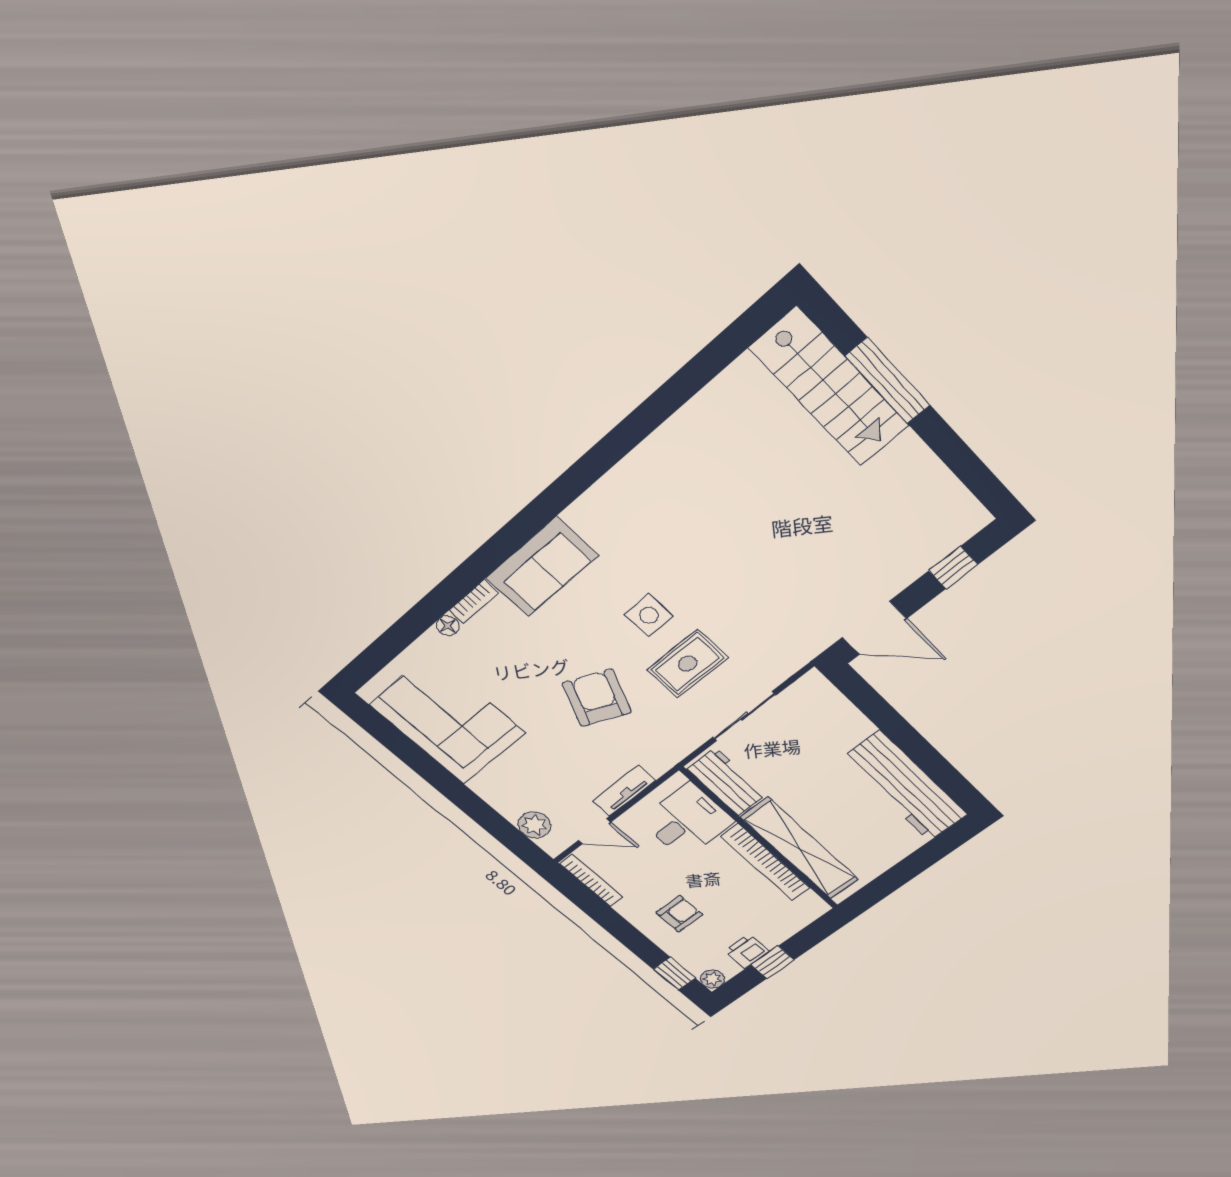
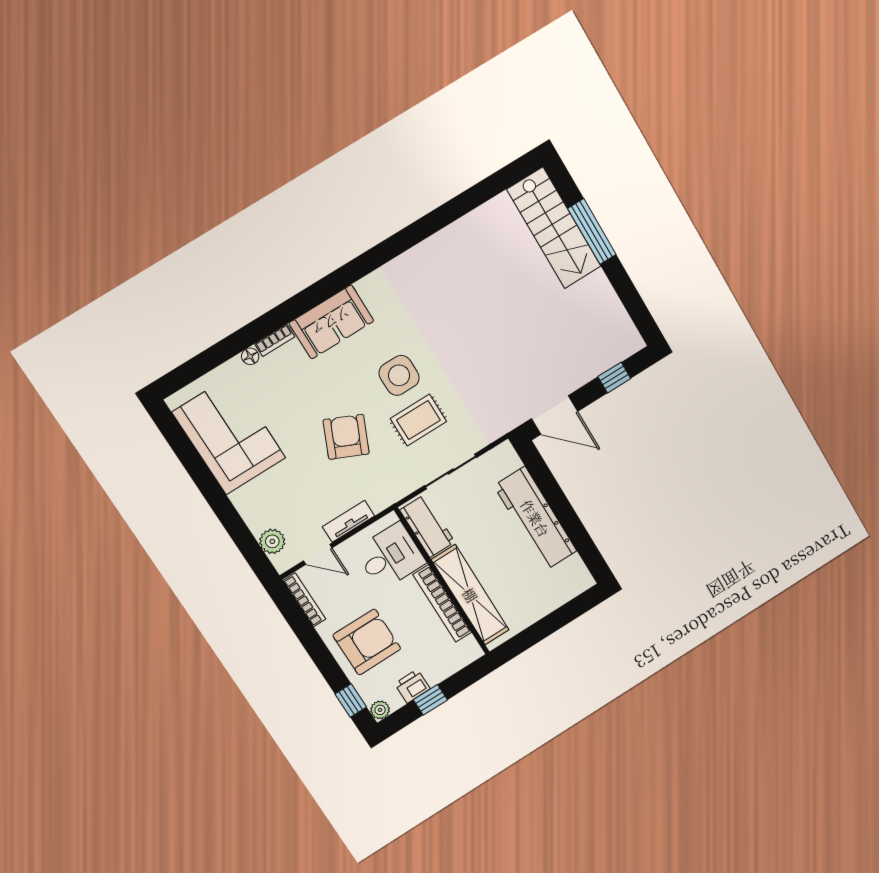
side table: (649, 615) -> (399, 375), width x1.37, depth x1.37
workbench: (905, 786) -> (535, 518), moved
armchair: (679, 914) -> (367, 642), width x1.88, depth x1.88

